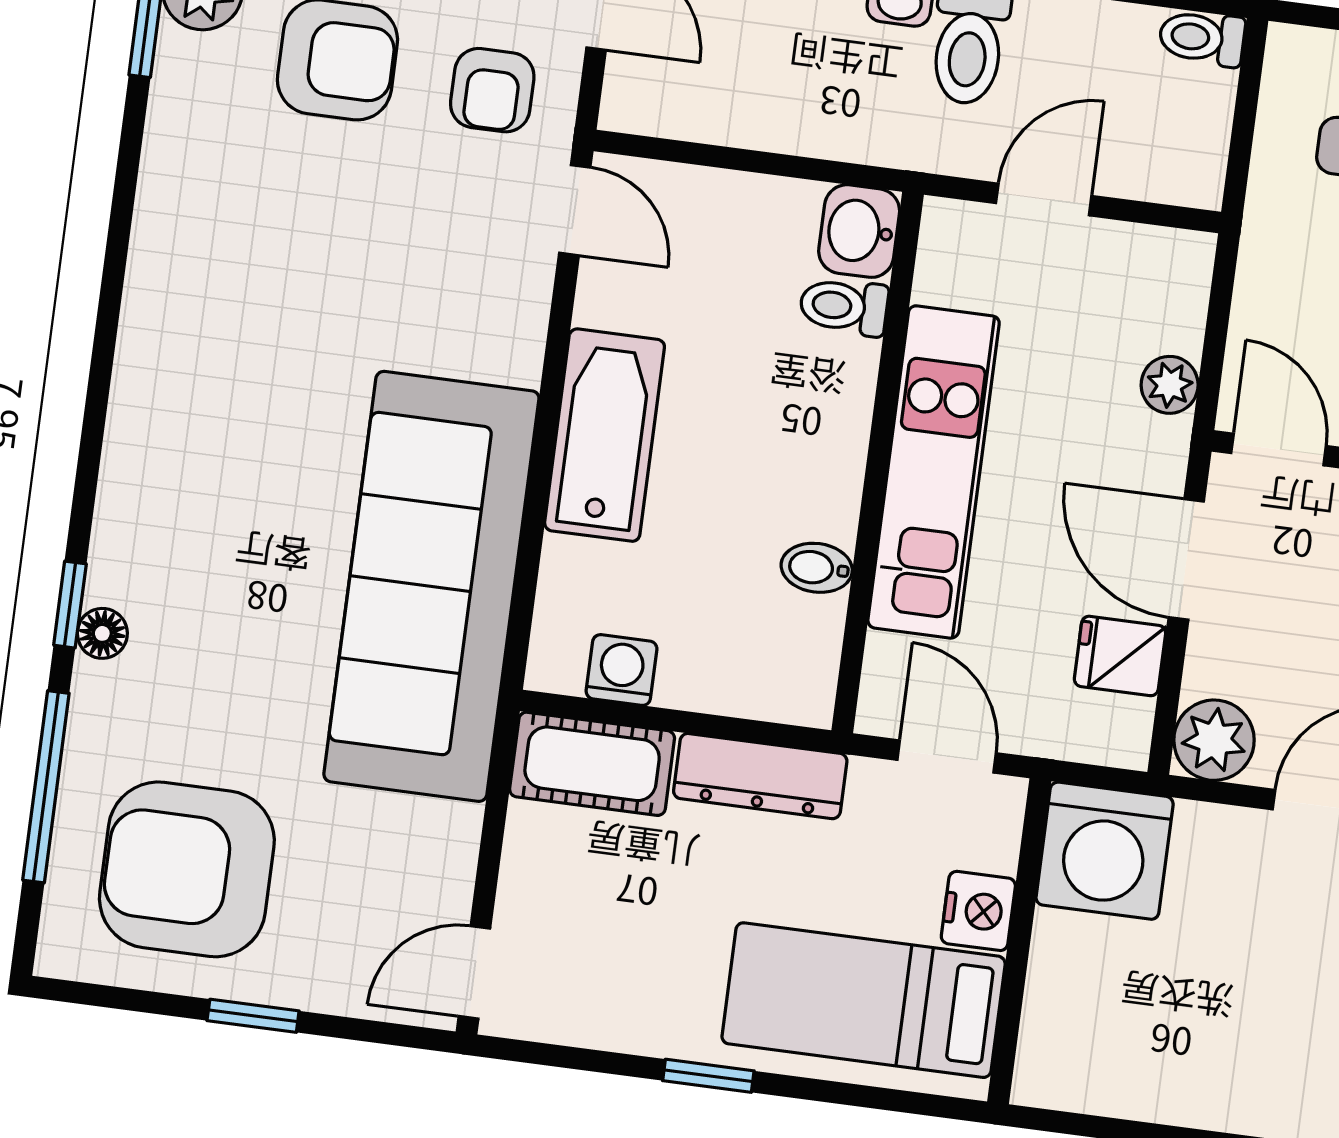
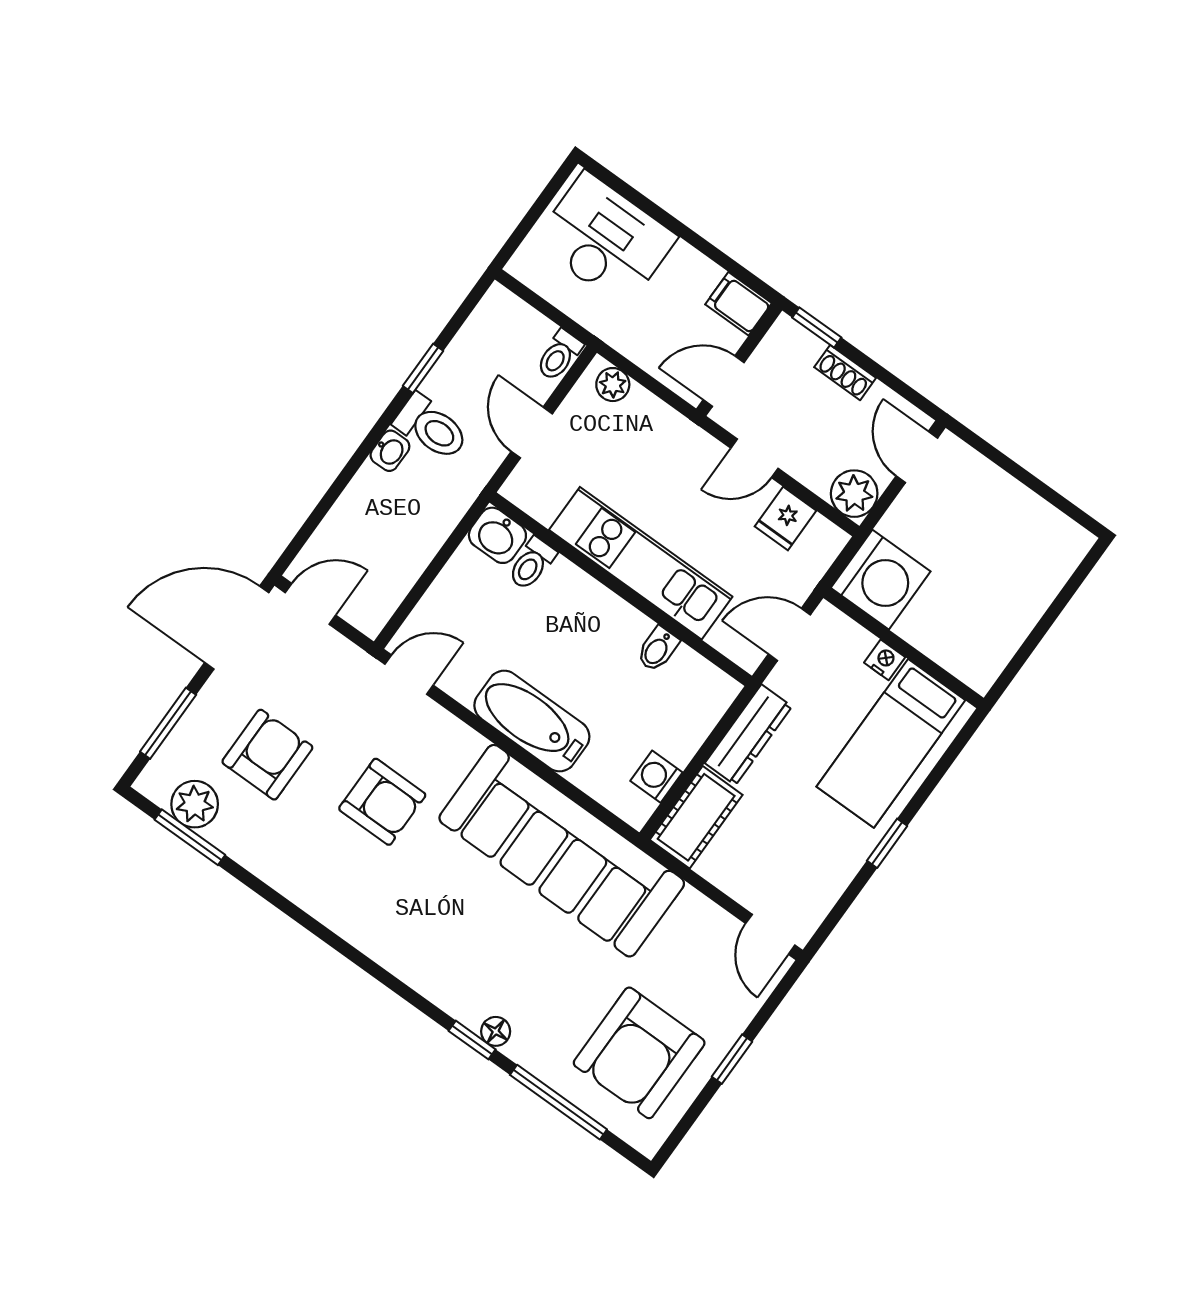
toilet: (1202, 38) -> (559, 355), moved
armchair: (492, 90) -> (382, 802), moved, width x1.38, depth x1.38
plant: (1170, 385) -> (613, 385), moved
door: (1186, 559) -> (754, 458), width x0.73
nightstand: (978, 911) -> (885, 660), width x0.72, depth x0.74

